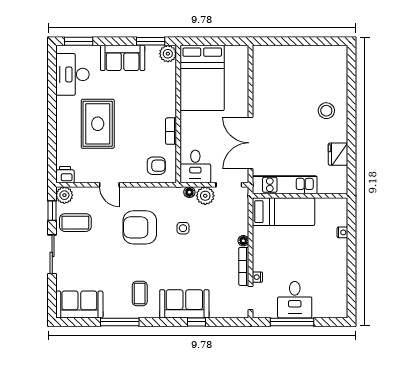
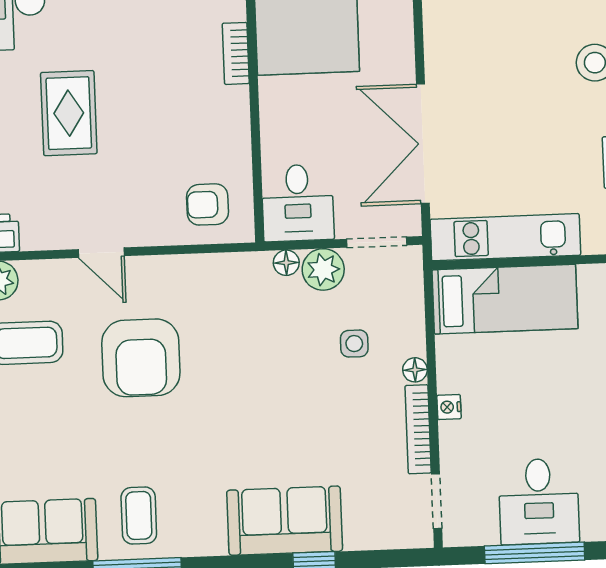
rug: (98, 124) -> (69, 113), width x0.73, depth x0.70
bookcase: (171, 131) -> (236, 53), moved
armchair: (156, 166) -> (207, 204), turned 180
armchair: (140, 227) -> (141, 358), moved, turned -90
side table: (183, 228) -> (354, 344), moved
nightstand: (257, 277) -> (449, 407), moved
coffee table: (140, 294) -> (139, 515), moved

